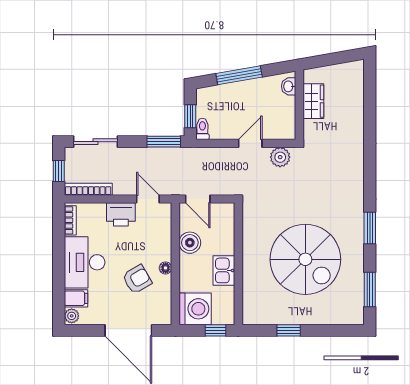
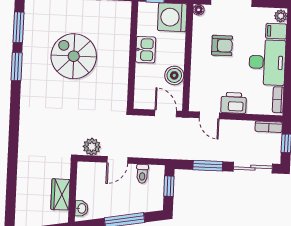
toilet: (202, 129) -> (142, 174), moved
window: (164, 142) -> (208, 166), moved
bookcase: (88, 189) -> (269, 127), width x0.64
window: (370, 228) -> (17, 67), moved
spiral stairs: (305, 259) -> (74, 56), width x0.73, depth x0.73
floor lamp: (166, 268) -> (199, 10), moved
armchair: (137, 279) -> (222, 45), turned -150

